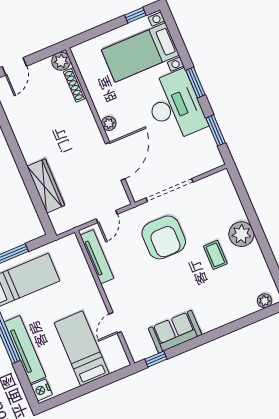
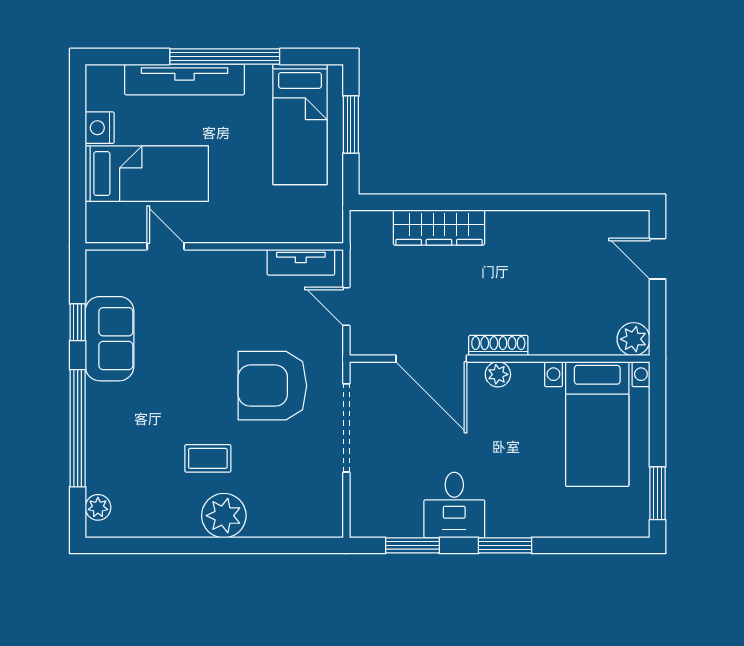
window: (135, 15) -> (658, 493), width x1.50
bed with nightstands: (140, 53) -> (597, 424), moved, turned 180
shoe rack: (75, 85) -> (498, 346), moved
desk: (175, 106) -> (454, 505), width x0.53, depth x0.77
tv unit: (97, 257) -> (301, 262), width x0.71
window: (228, 329) -> (78, 428), added
window: (156, 359) -> (78, 322), moved
nightstand: (41, 390) -> (100, 128), moved, turned -90

